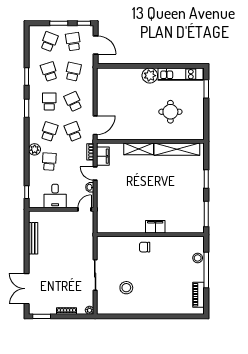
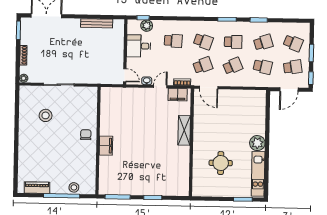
plant: (35, 149) -> (147, 26), moved
shelving: (177, 149) -> (183, 169), removed

